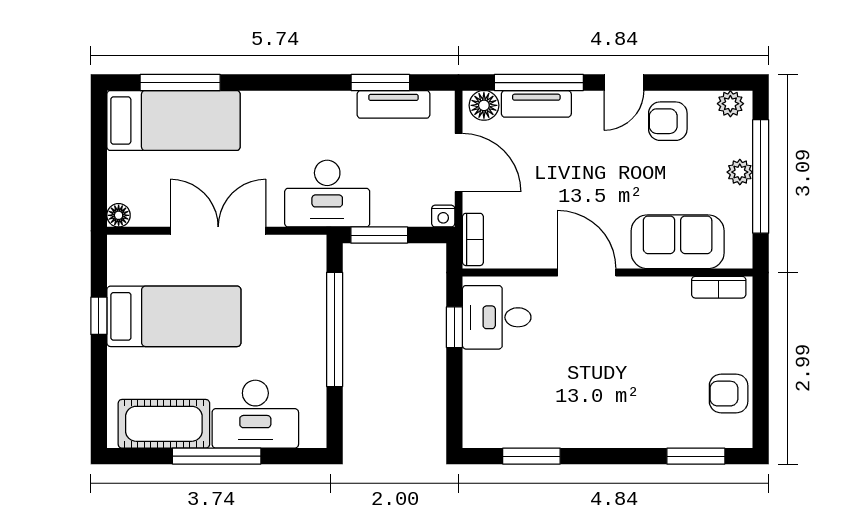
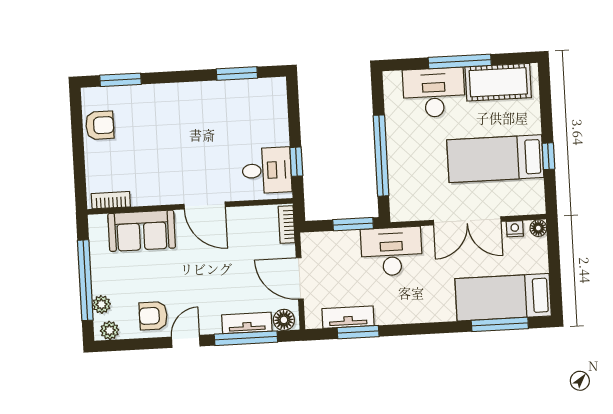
armchair: (668, 121) -> (153, 316), turned 180
plant: (740, 172) -> (101, 304), moved
nightstand: (443, 216) -> (515, 229), moved

